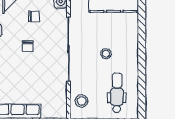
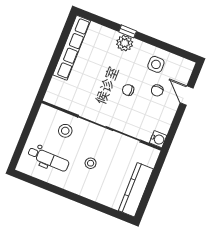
chair: (34, 16) -> (157, 90), moved
stool: (82, 101) -> (65, 131), moved

